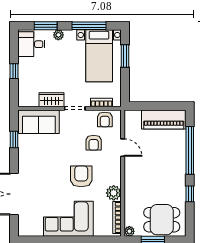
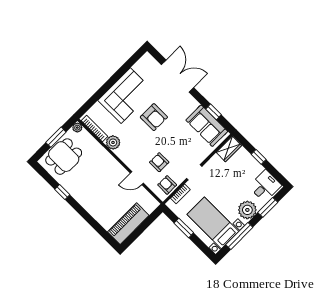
plant: (58, 35) -> (247, 210), width x1.87, depth x1.87
window: (125, 56) -> (184, 228), moved
wardrobe: (52, 100) -> (229, 149), moved
sofa: (39, 122) -> (207, 126), moved, turned -90
window: (190, 150) -> (91, 221), removed
armchair: (81, 176) -> (154, 117), moved

